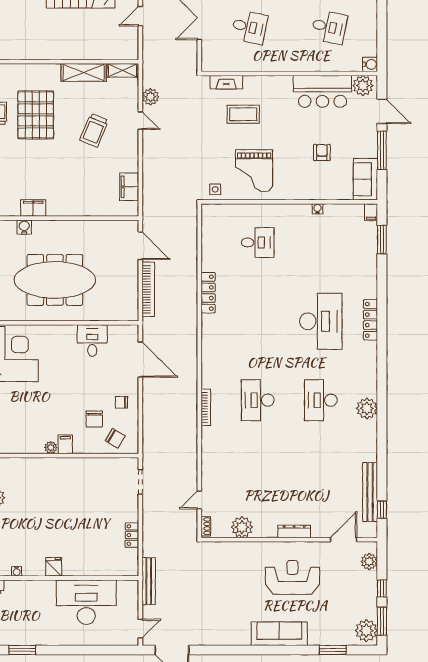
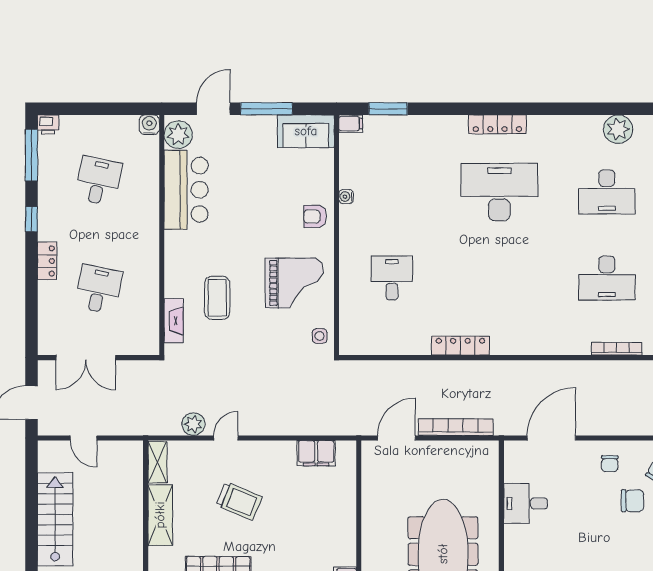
armchair: (322, 153) -> (315, 216), moved

